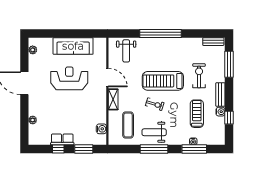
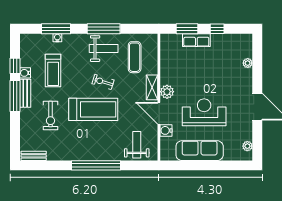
window: (229, 64) -> (15, 96), moved
reception desk: (69, 78) -> (204, 112), turned 180
plant: (101, 96) -> (167, 92), added
water cooler: (101, 129) -> (166, 130), moved
row of seats: (62, 139) -> (196, 40), moved

